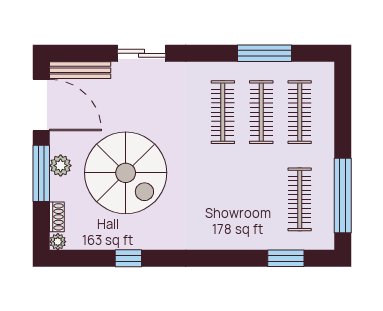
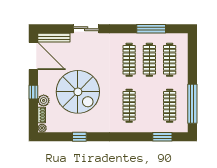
plant: (61, 166) -> (44, 100), moved
window: (41, 173) -> (33, 92), width x0.46
clothes rail: (223, 199) -> (129, 106), added

